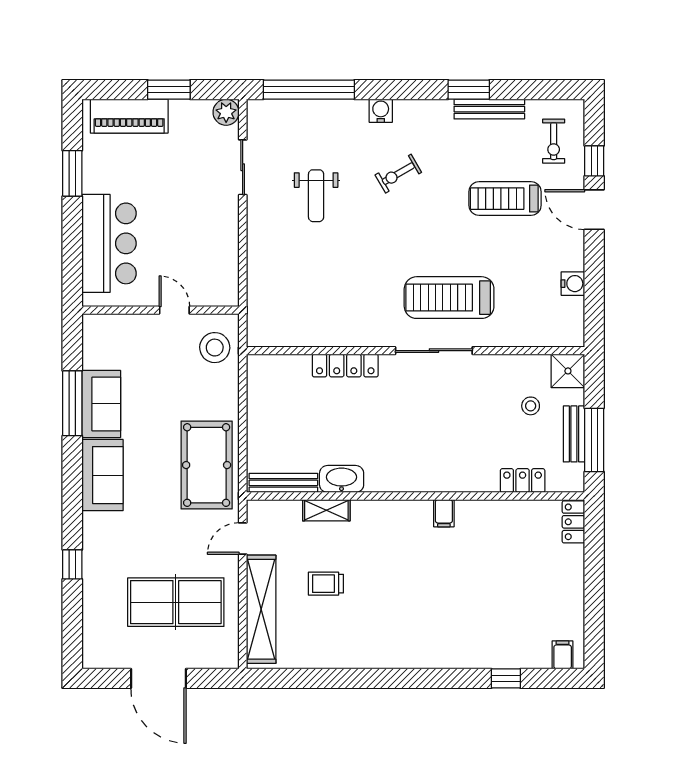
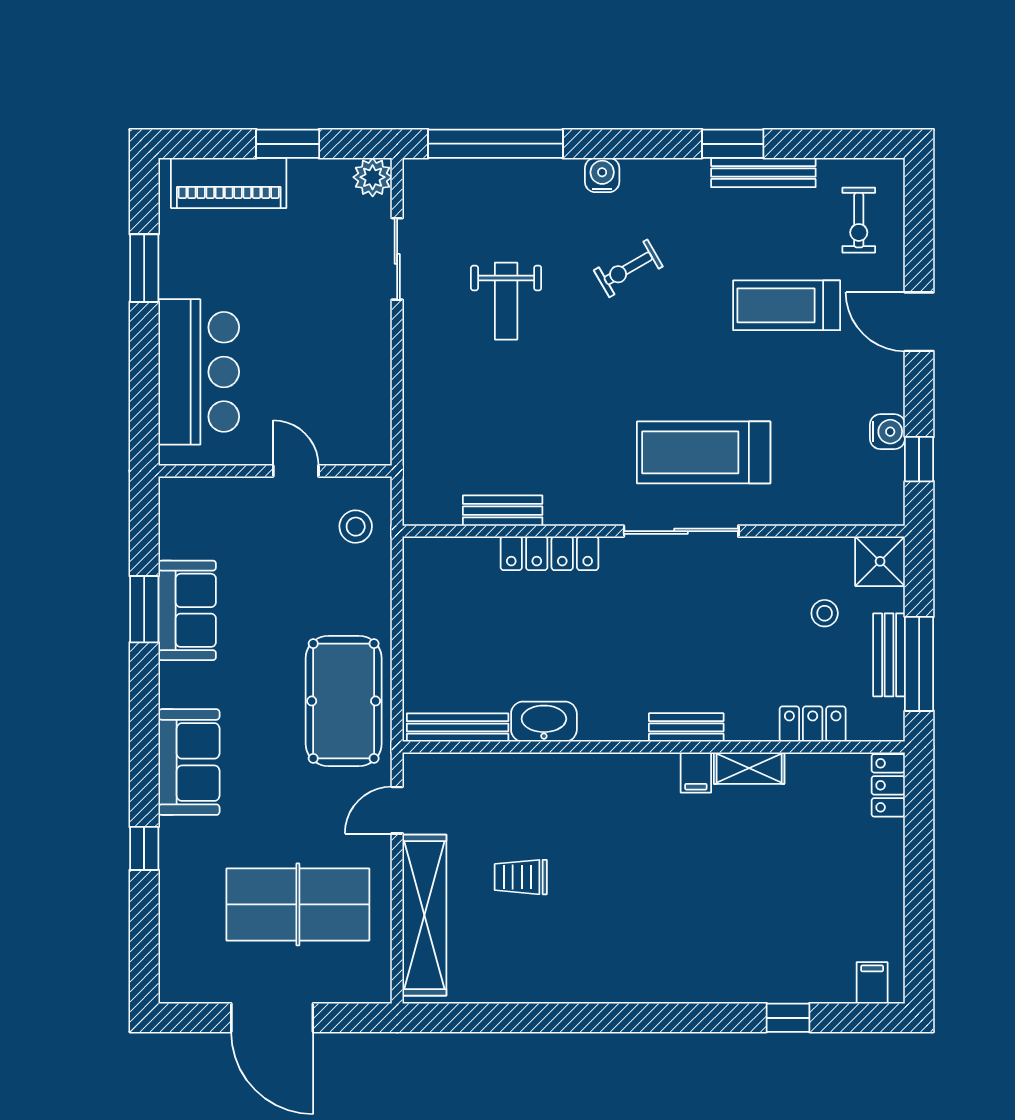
window: (594, 161) -> (919, 459), moved
bench: (314, 337) -> (503, 511), added
stool: (215, 348) -> (356, 527), width x0.73, depth x0.73
window: (72, 403) -> (144, 609), width x0.69
sofa: (102, 475) -> (189, 762), moved
bench: (437, 483) -> (686, 727), added
shelving: (326, 510) -> (749, 768), moved

